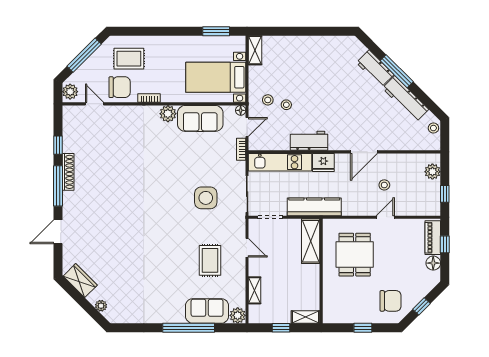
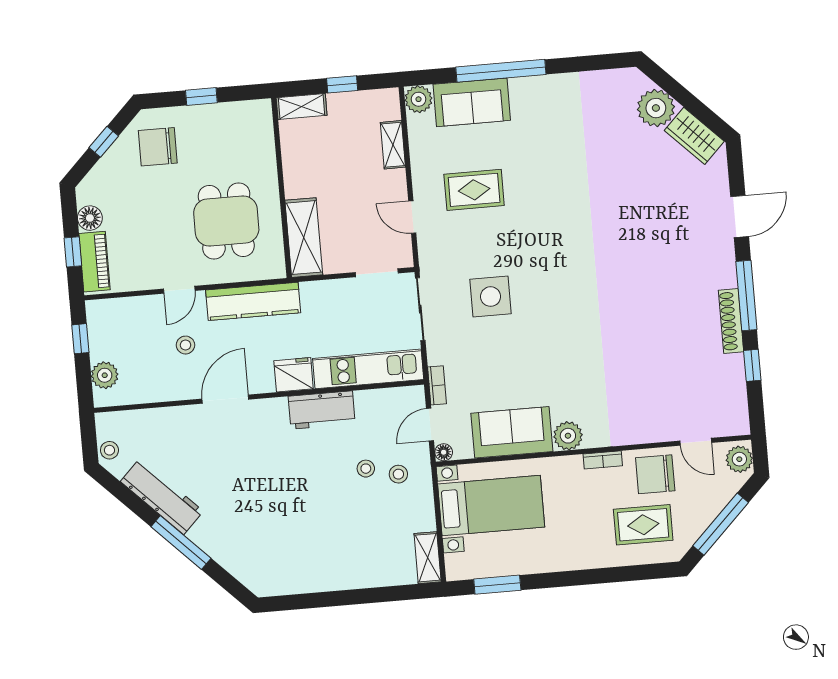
workbench: (375, 69) -> (219, 544), removed
kitchen counter: (314, 207) -> (253, 301), moved
rug: (210, 260) -> (474, 190), turned 90
plant: (101, 306) -> (656, 108), width x1.88, depth x1.88

